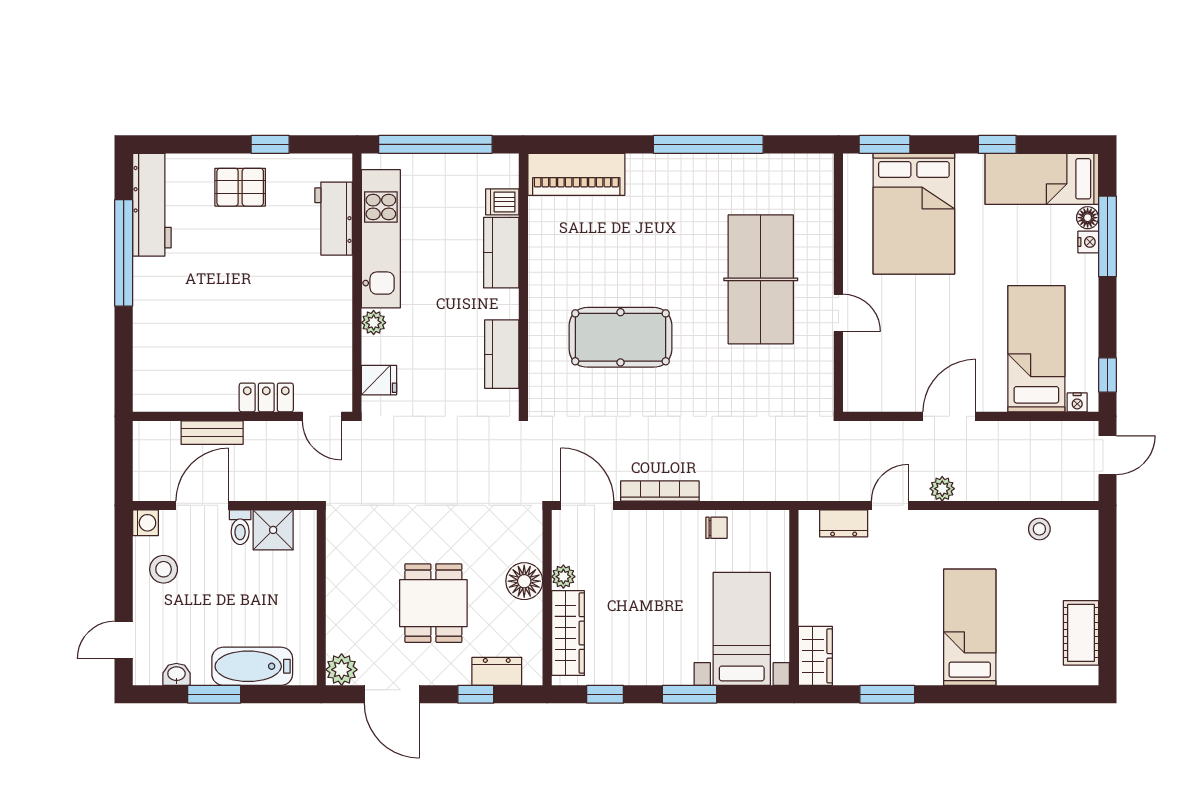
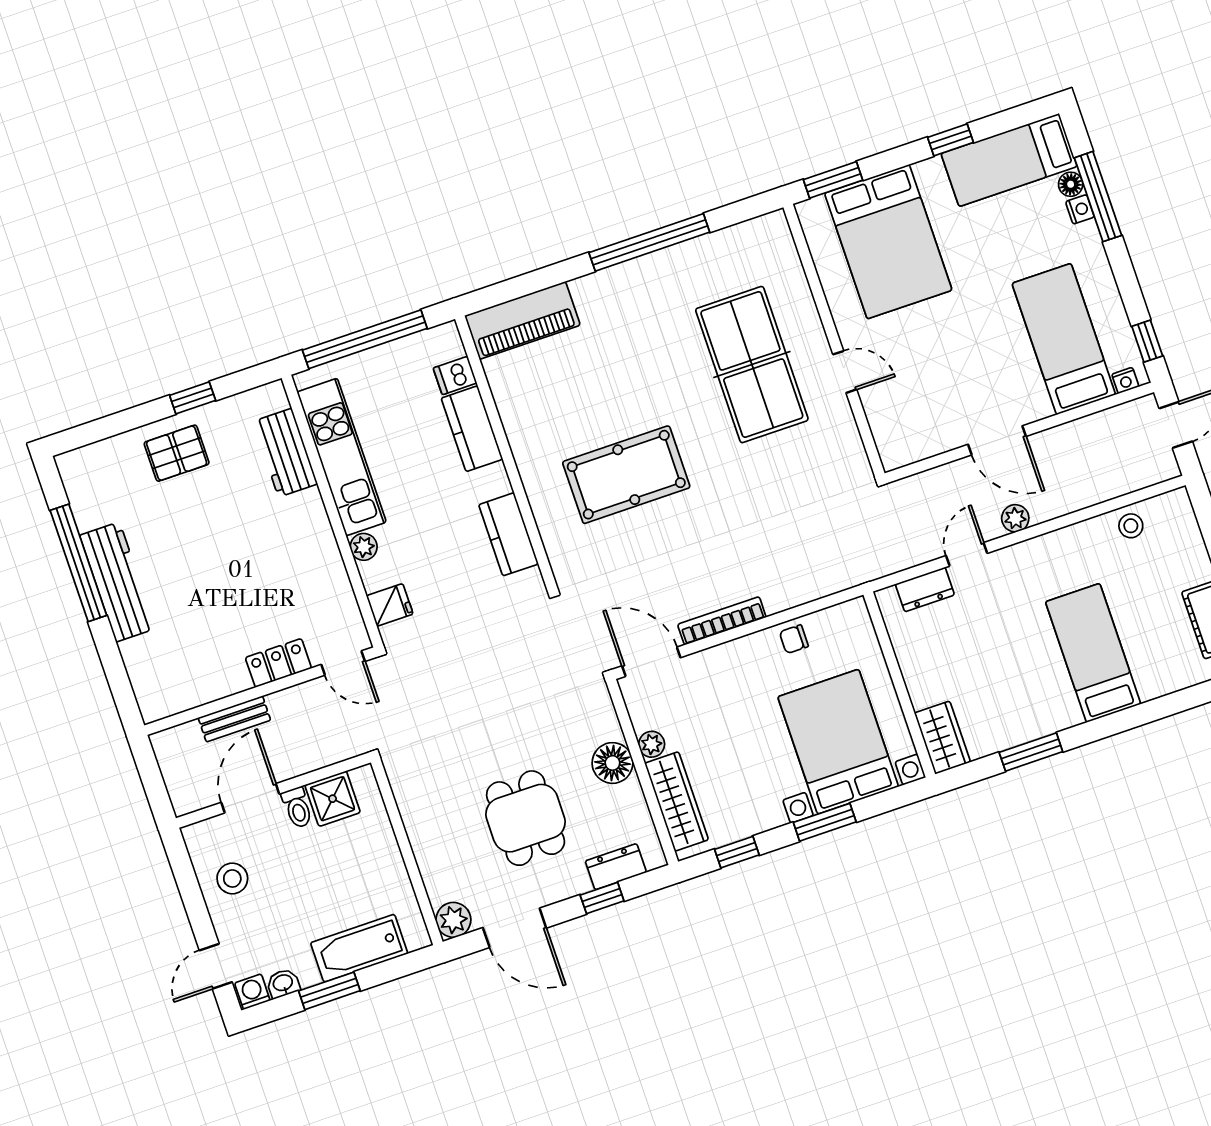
workbench: (152, 205) -> (118, 582), moved
door: (949, 416) -> (997, 440), swing flipped
washing machine: (145, 523) -> (252, 992), moved, turned -90
chair: (716, 528) -> (794, 639), turned 180
bed with nightstands: (742, 629) -> (838, 742), width x1.36

